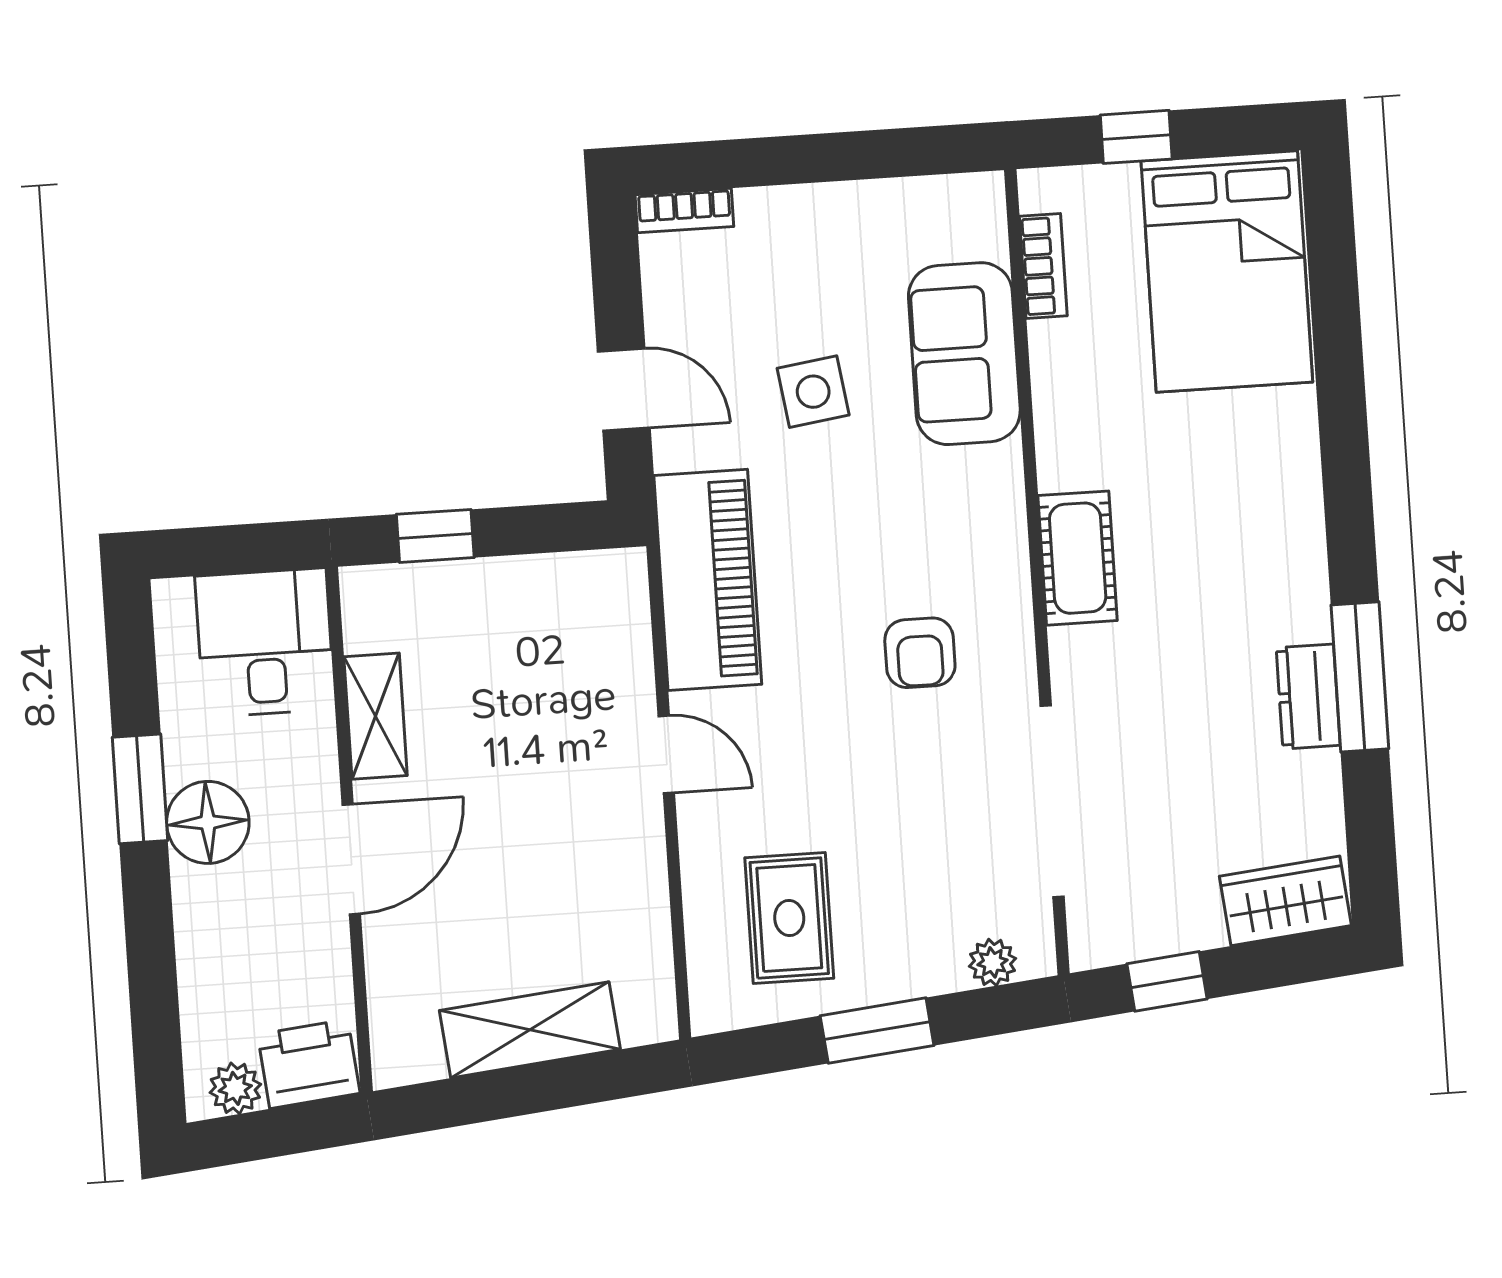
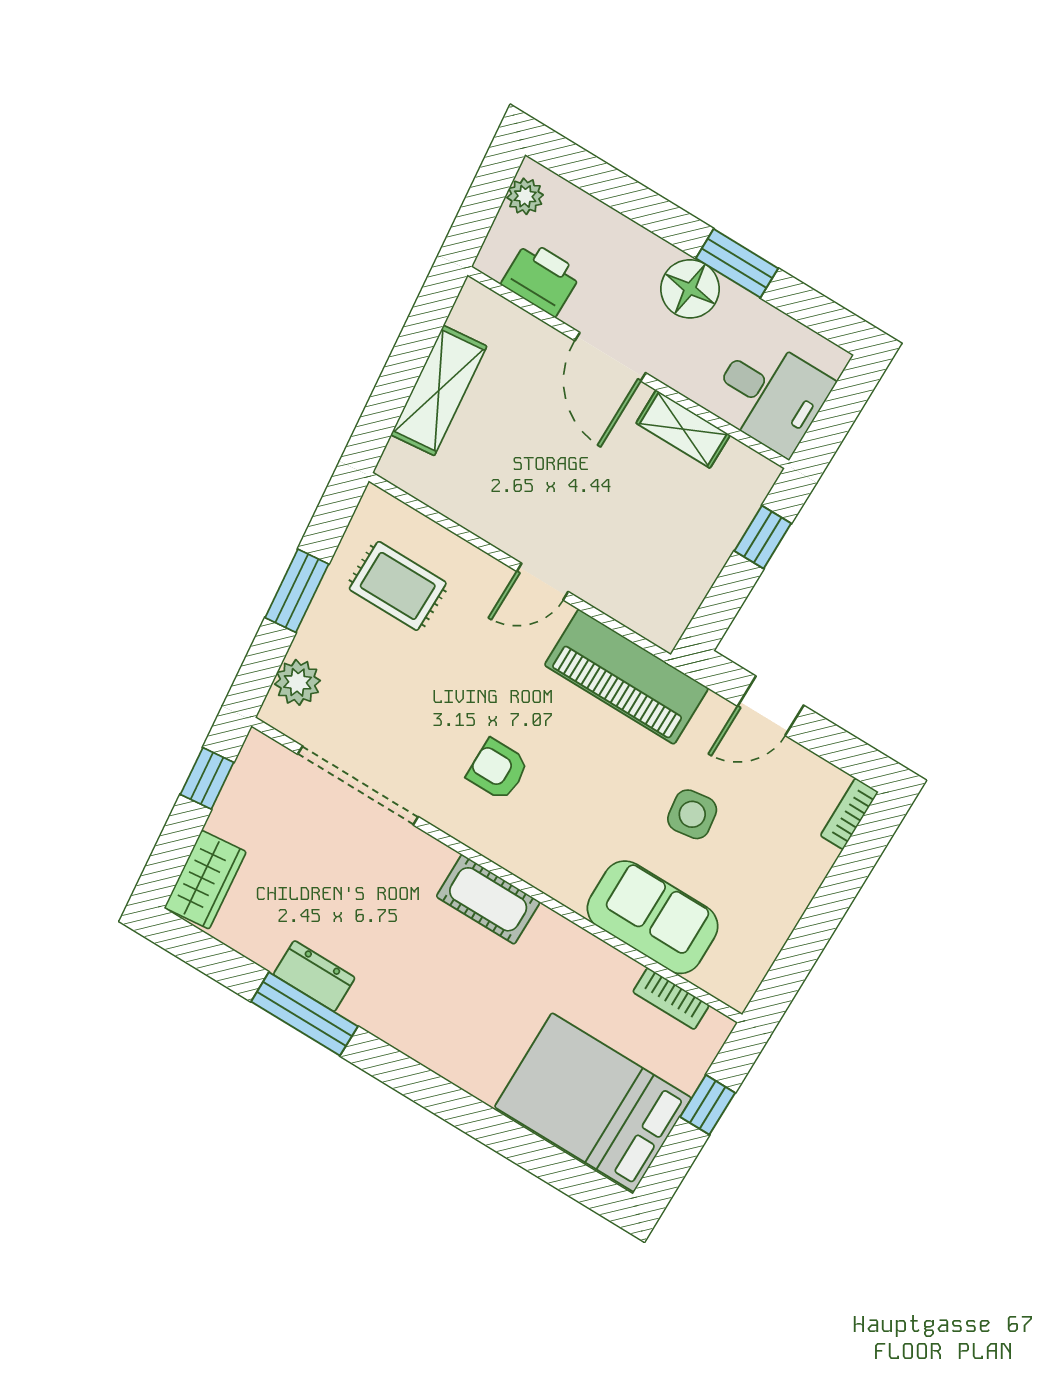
plant: (992, 962) -> (298, 682), width x1.38, depth x1.38
printer: (309, 1064) -> (541, 278), moved, turned -84

